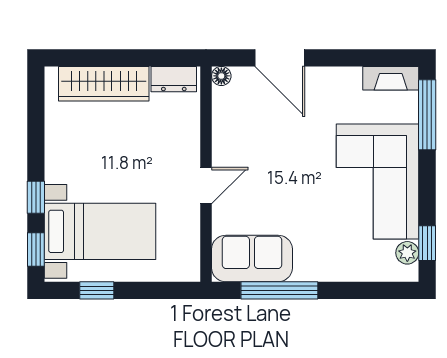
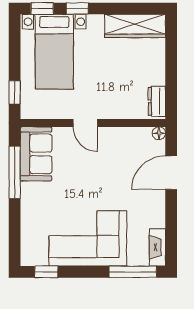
wardrobe: (104, 84) -> (135, 26), moved, turned -90
plant: (407, 253) -> (40, 258), removed
window: (97, 290) -> (15, 92), moved

